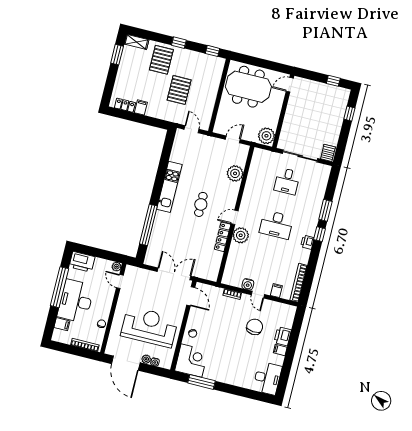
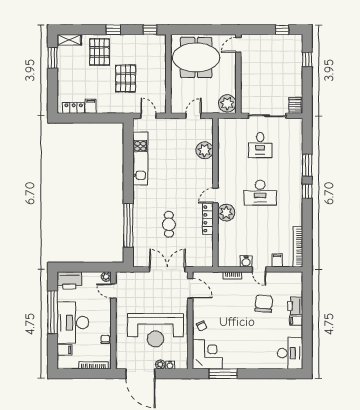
kitchen unit: (169, 187) -> (140, 158), moved
cafe table: (201, 204) -> (169, 224), moved
printer: (307, 242) -> (297, 203), removed
reception desk: (149, 327) -> (155, 330), turned 180

